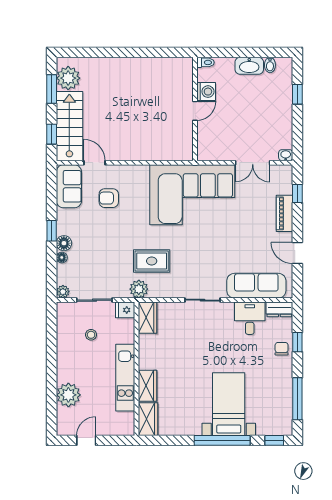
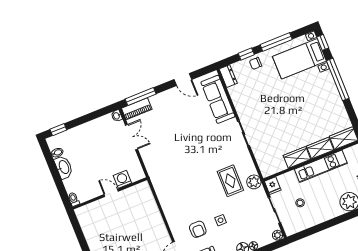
washing machine: (206, 92) -> (122, 179), moved
window: (297, 94) -> (58, 130), moved
window: (297, 193) -> (141, 97), width x2.17
corner sofa: (192, 195) -> (172, 171), removed
piano: (284, 213) -> (137, 109), moved
side table: (109, 230) -> (221, 220), added
door: (297, 253) -> (183, 79), hinge flipped
wardrobe: (148, 318) -> (297, 157), moved
desk: (250, 318) -> (243, 95), removed
window: (297, 399) -> (276, 42), moved
bed with nightstands: (229, 404) -> (299, 59), moved

